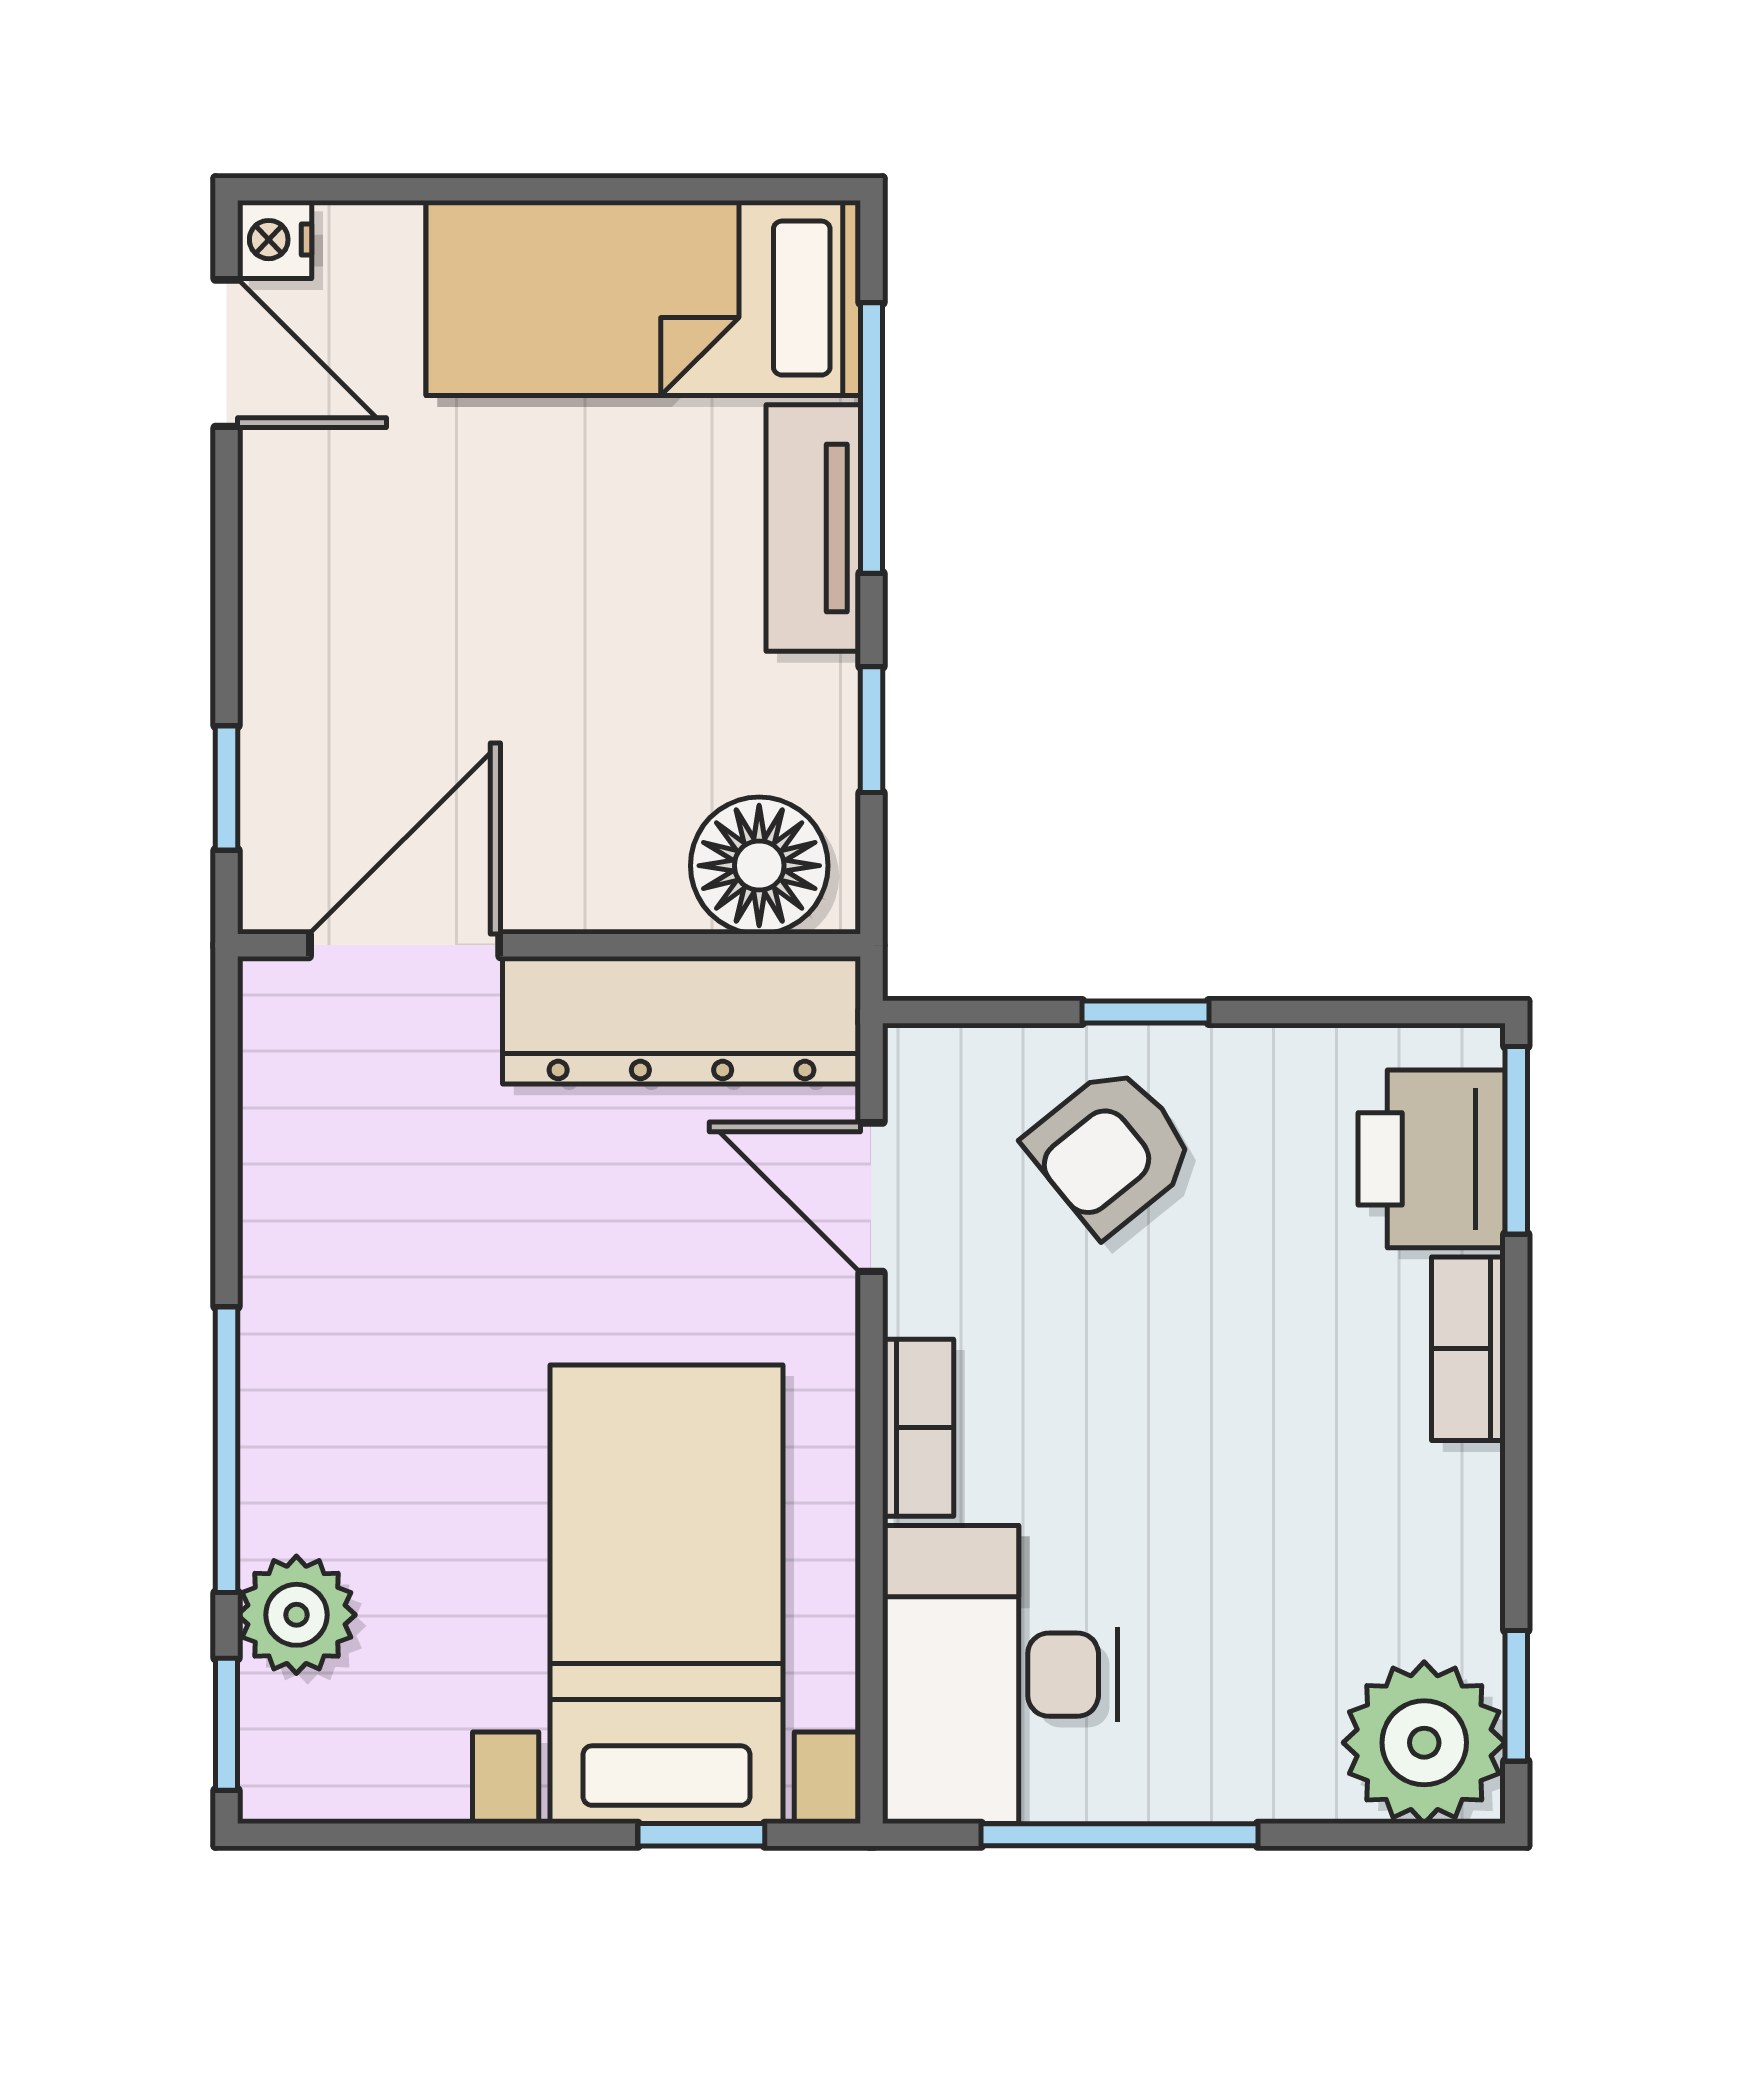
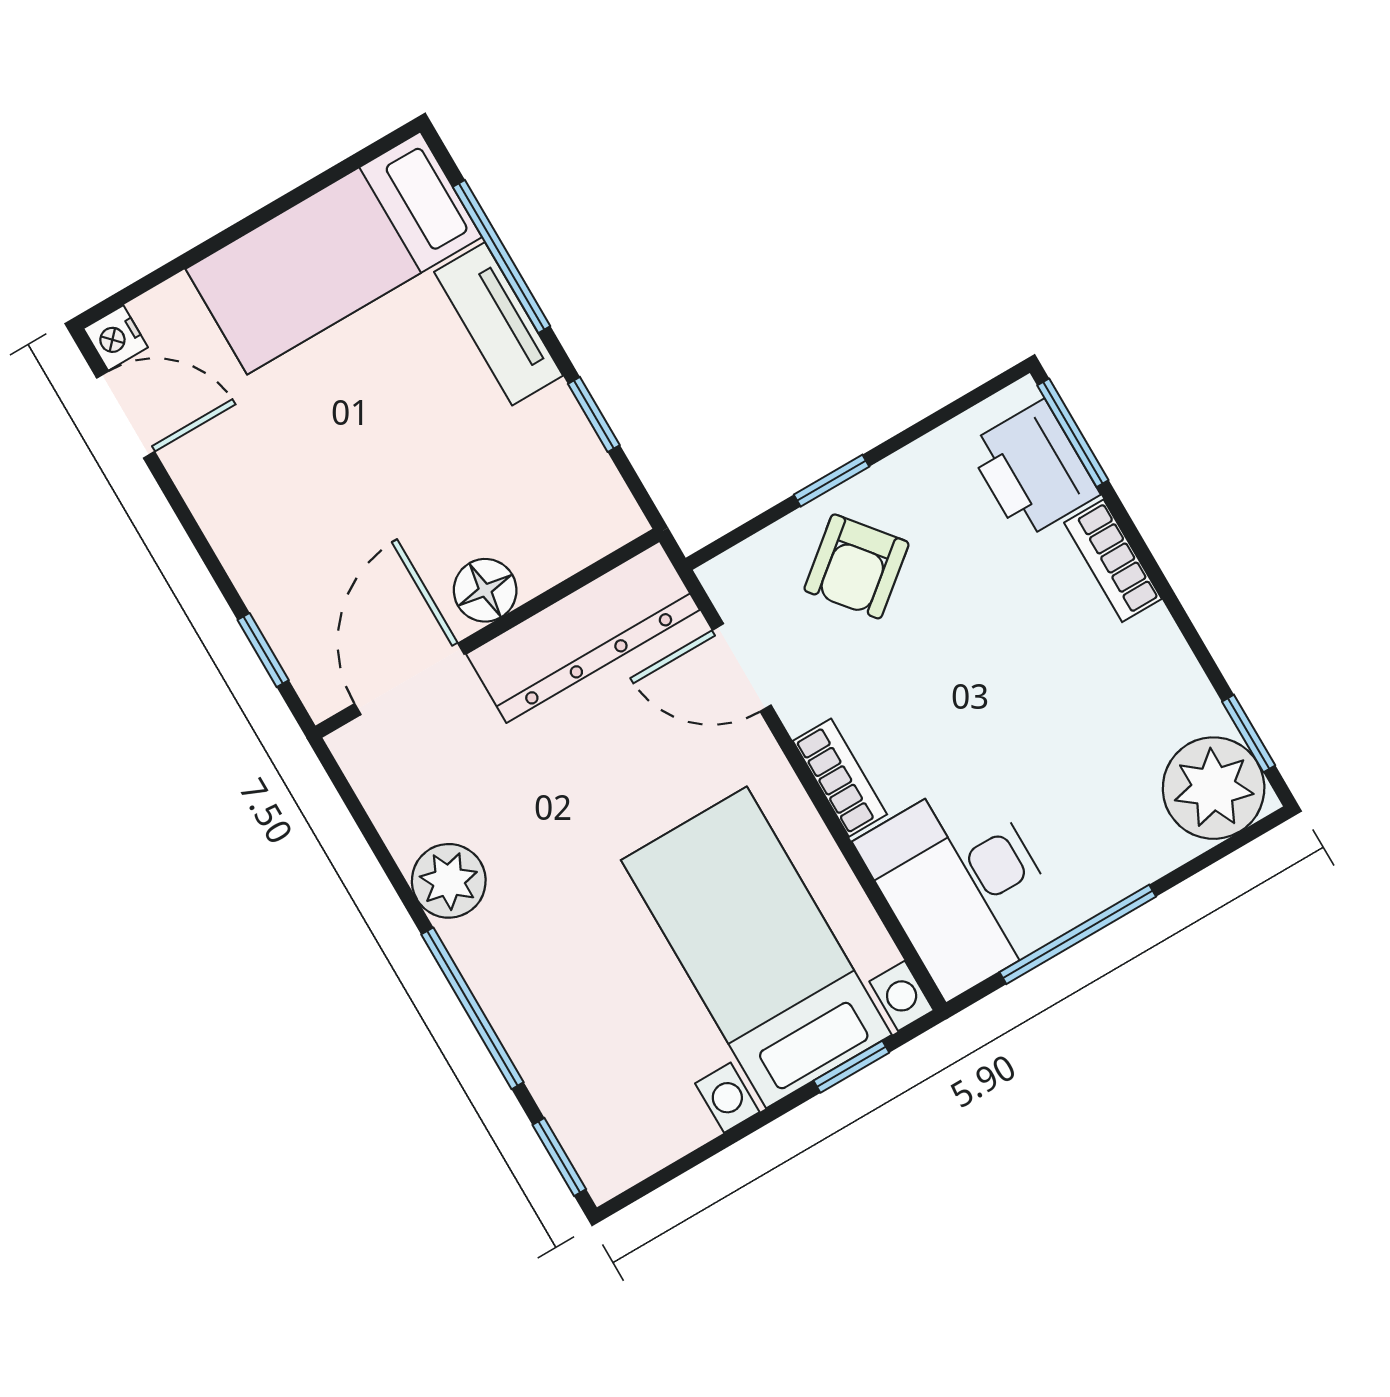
floor lamp: (759, 866) -> (485, 590), moved, width x0.73, depth x0.73
plant: (296, 1615) -> (449, 881), moved

